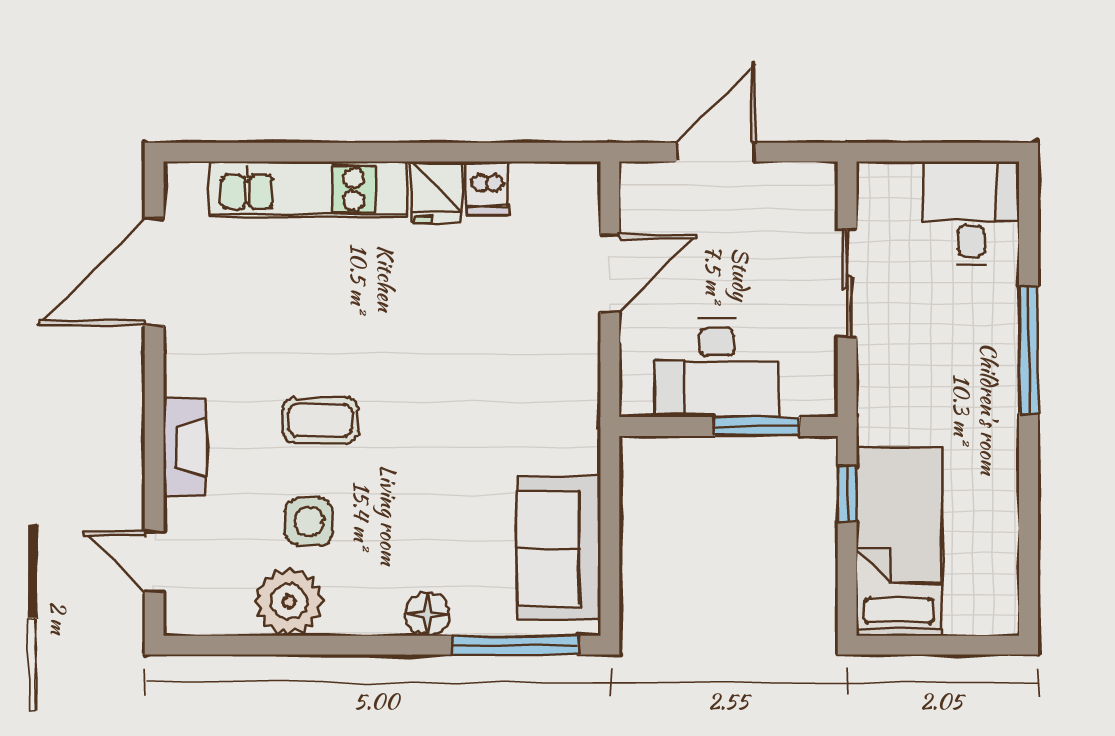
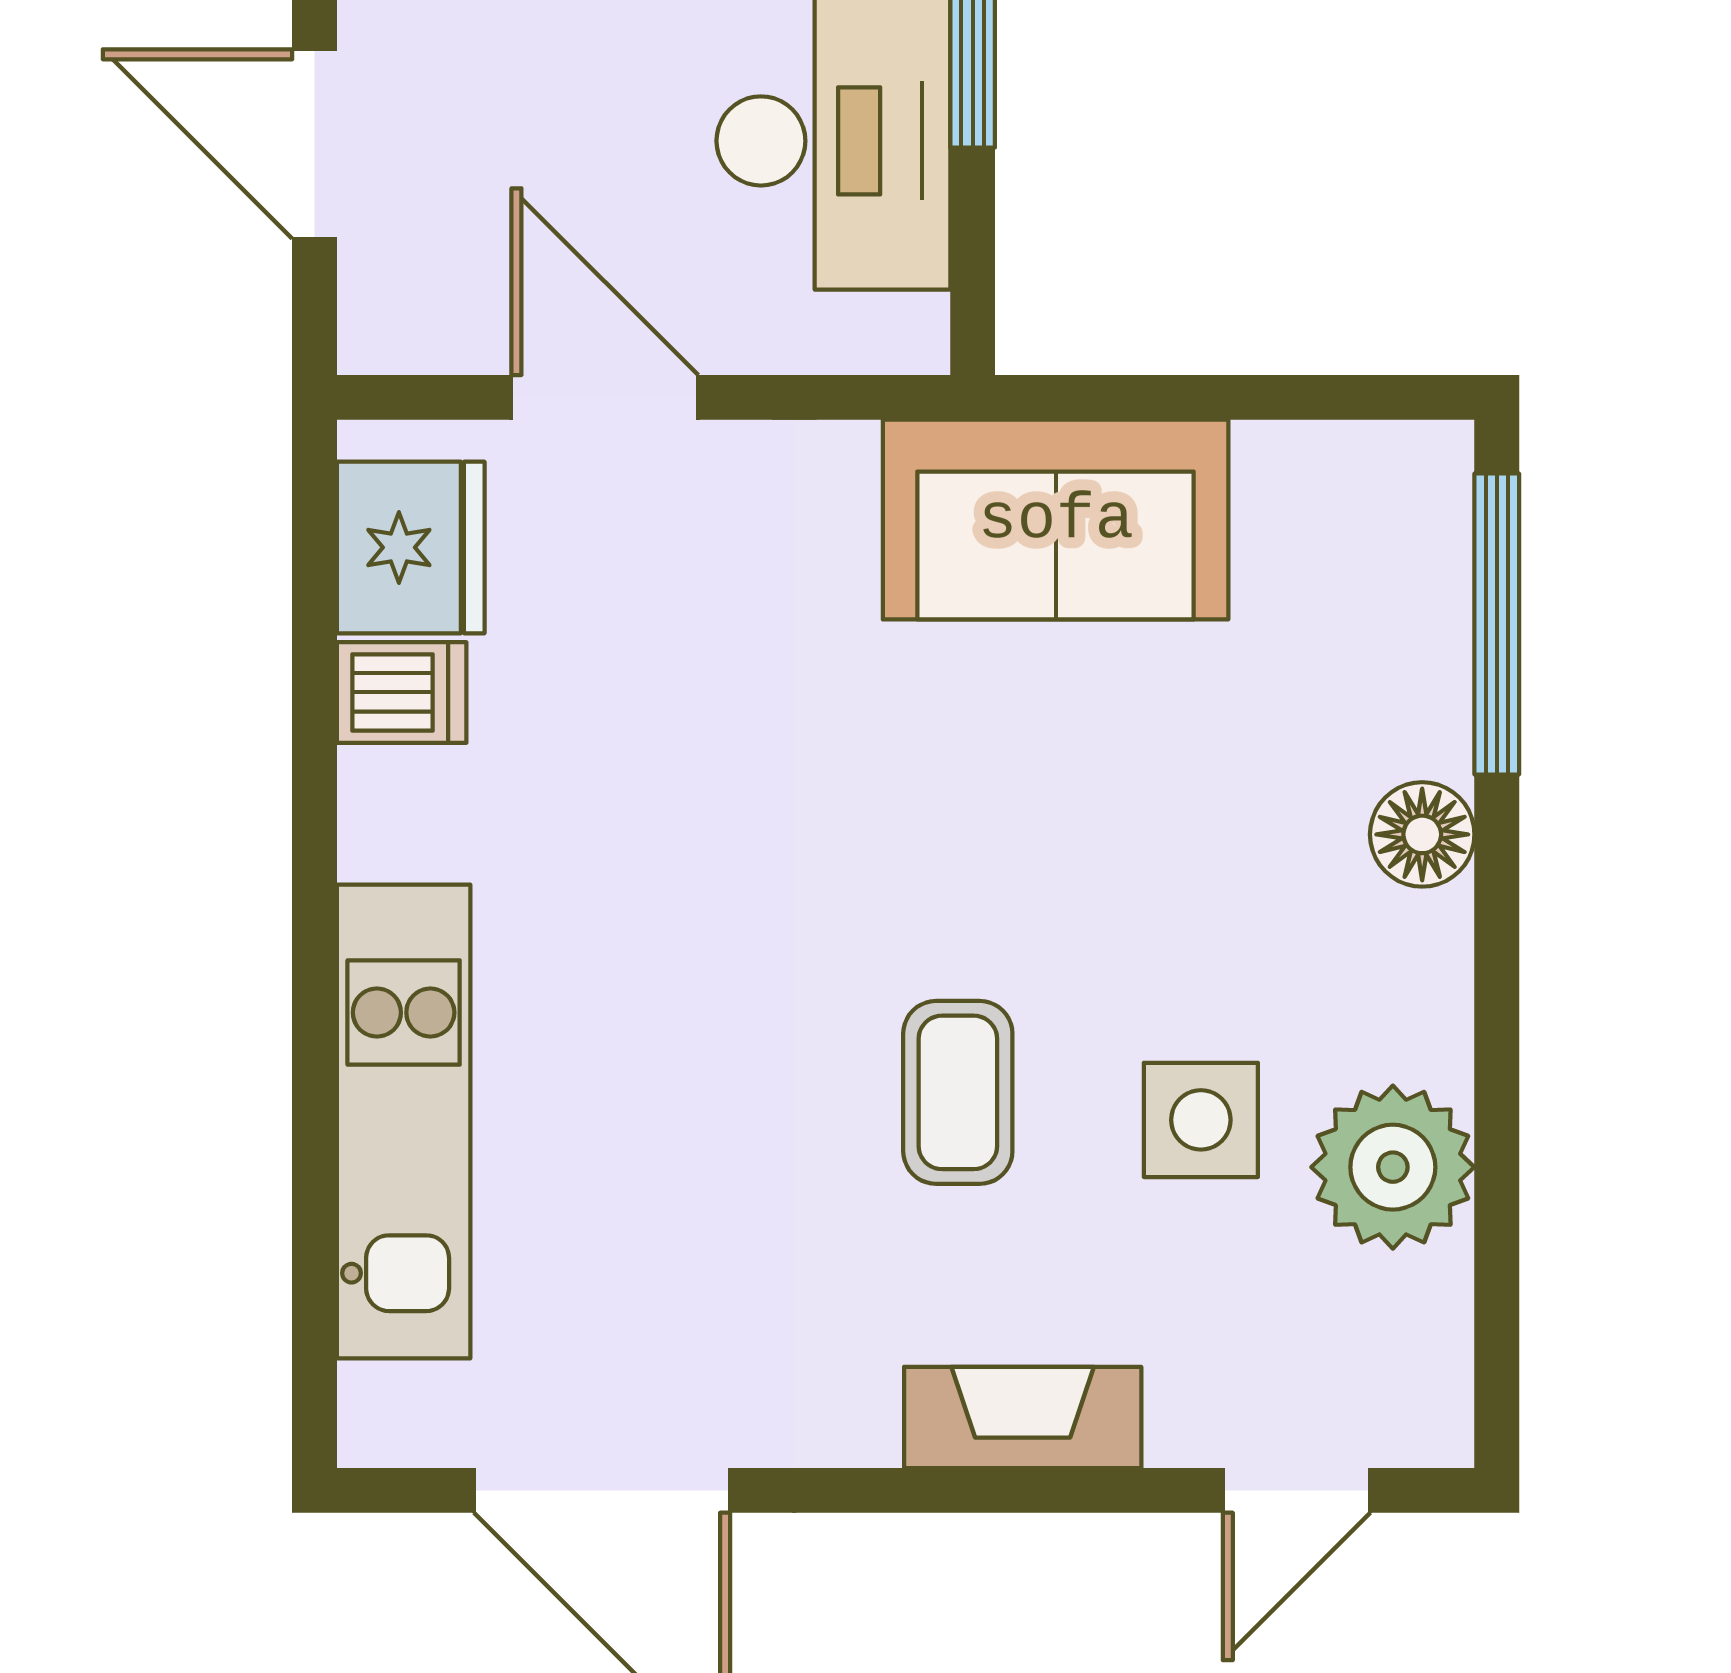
fridge: (436, 192) -> (411, 547), moved, width x1.38
sofa: (559, 548) -> (1056, 520), moved

